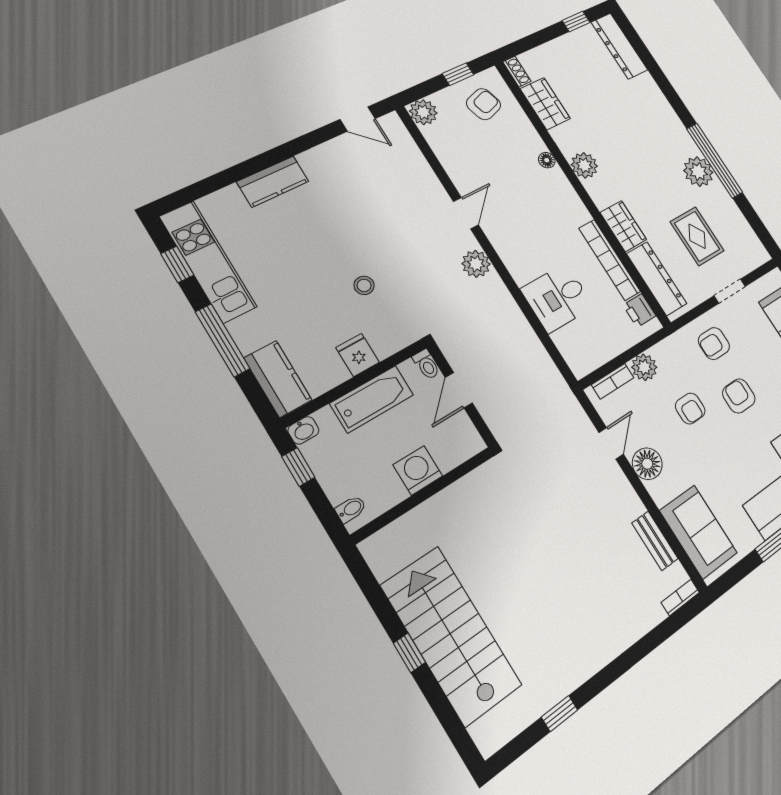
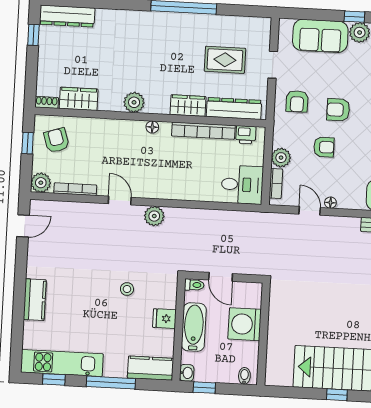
bookcase: (443, 155) -> (75, 189), added
floor lamp: (547, 160) -> (152, 127), moved
plant: (698, 172) -> (184, 25), removed
desk: (557, 298) -> (242, 185), moved, turned -90
floor lamp: (647, 464) -> (330, 203), width x0.53, depth x0.53
washing machine: (418, 470) -> (245, 324), width x1.37, depth x1.37

